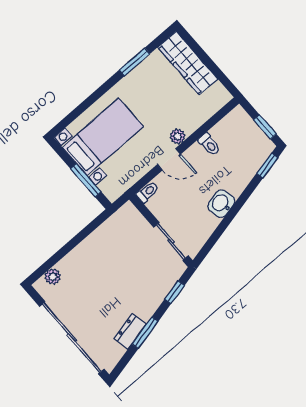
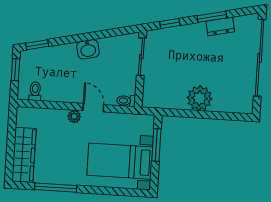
window: (135, 62) -> (56, 188), width x1.44
toilet: (209, 144) -> (35, 91), moved
plant: (53, 277) -> (199, 98), moved, width x1.87, depth x1.87

